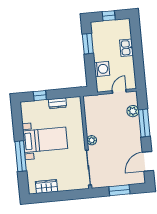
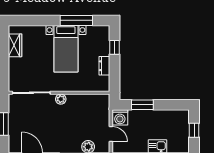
window: (88, 44) -> (142, 105), moved
washing machine: (102, 69) -> (120, 117), moved
window: (21, 156) -> (76, 20), moved

